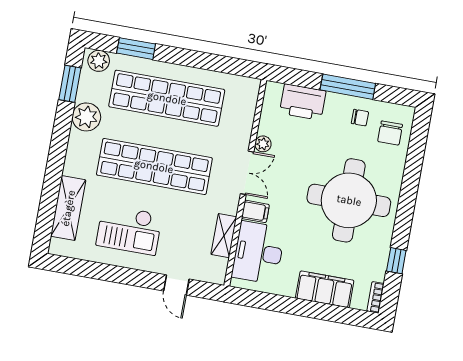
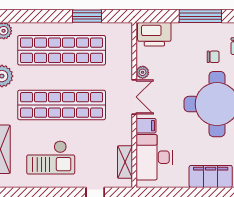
window: (136, 49) -> (87, 16), moved
printer: (303, 102) -> (154, 34), moved
chair: (360, 118) -> (213, 57), moved
shelving: (224, 236) -> (125, 162), moved

